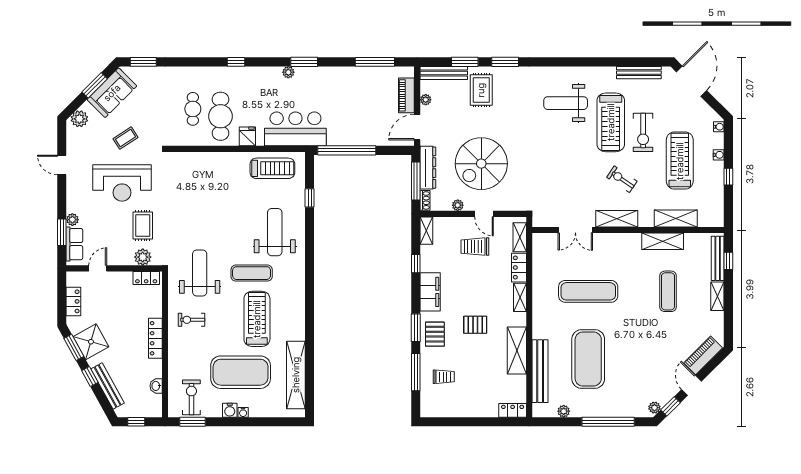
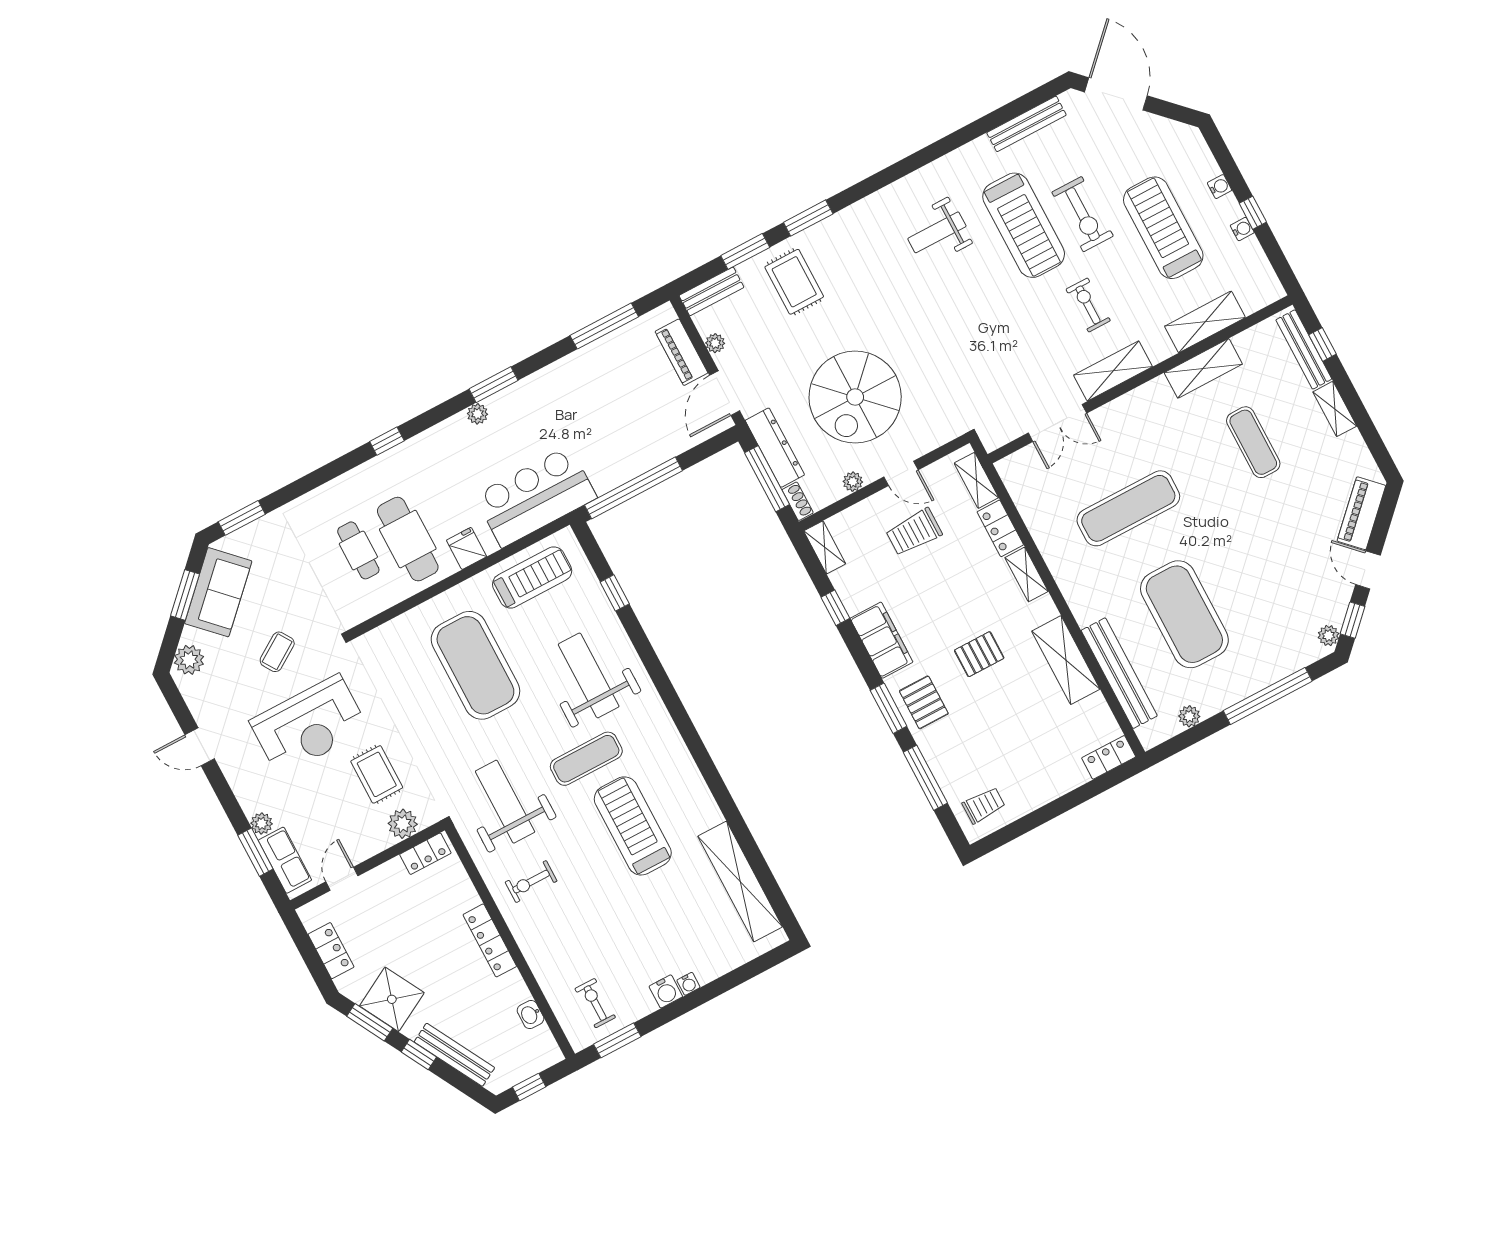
bench: (444, 73) -> (712, 291), width x0.73
weight bench: (566, 103) -> (937, 232), width x0.73, depth x0.75
water cooler: (719, 127) -> (1242, 229), moved
exercise bike: (622, 179) -> (1088, 305), turned 56
exercise mat: (241, 372) -> (475, 665), moved, turned 90
trolley: (444, 377) -> (984, 805), moved
exercise bike: (191, 397) -> (595, 1003), width x0.73, depth x0.72

